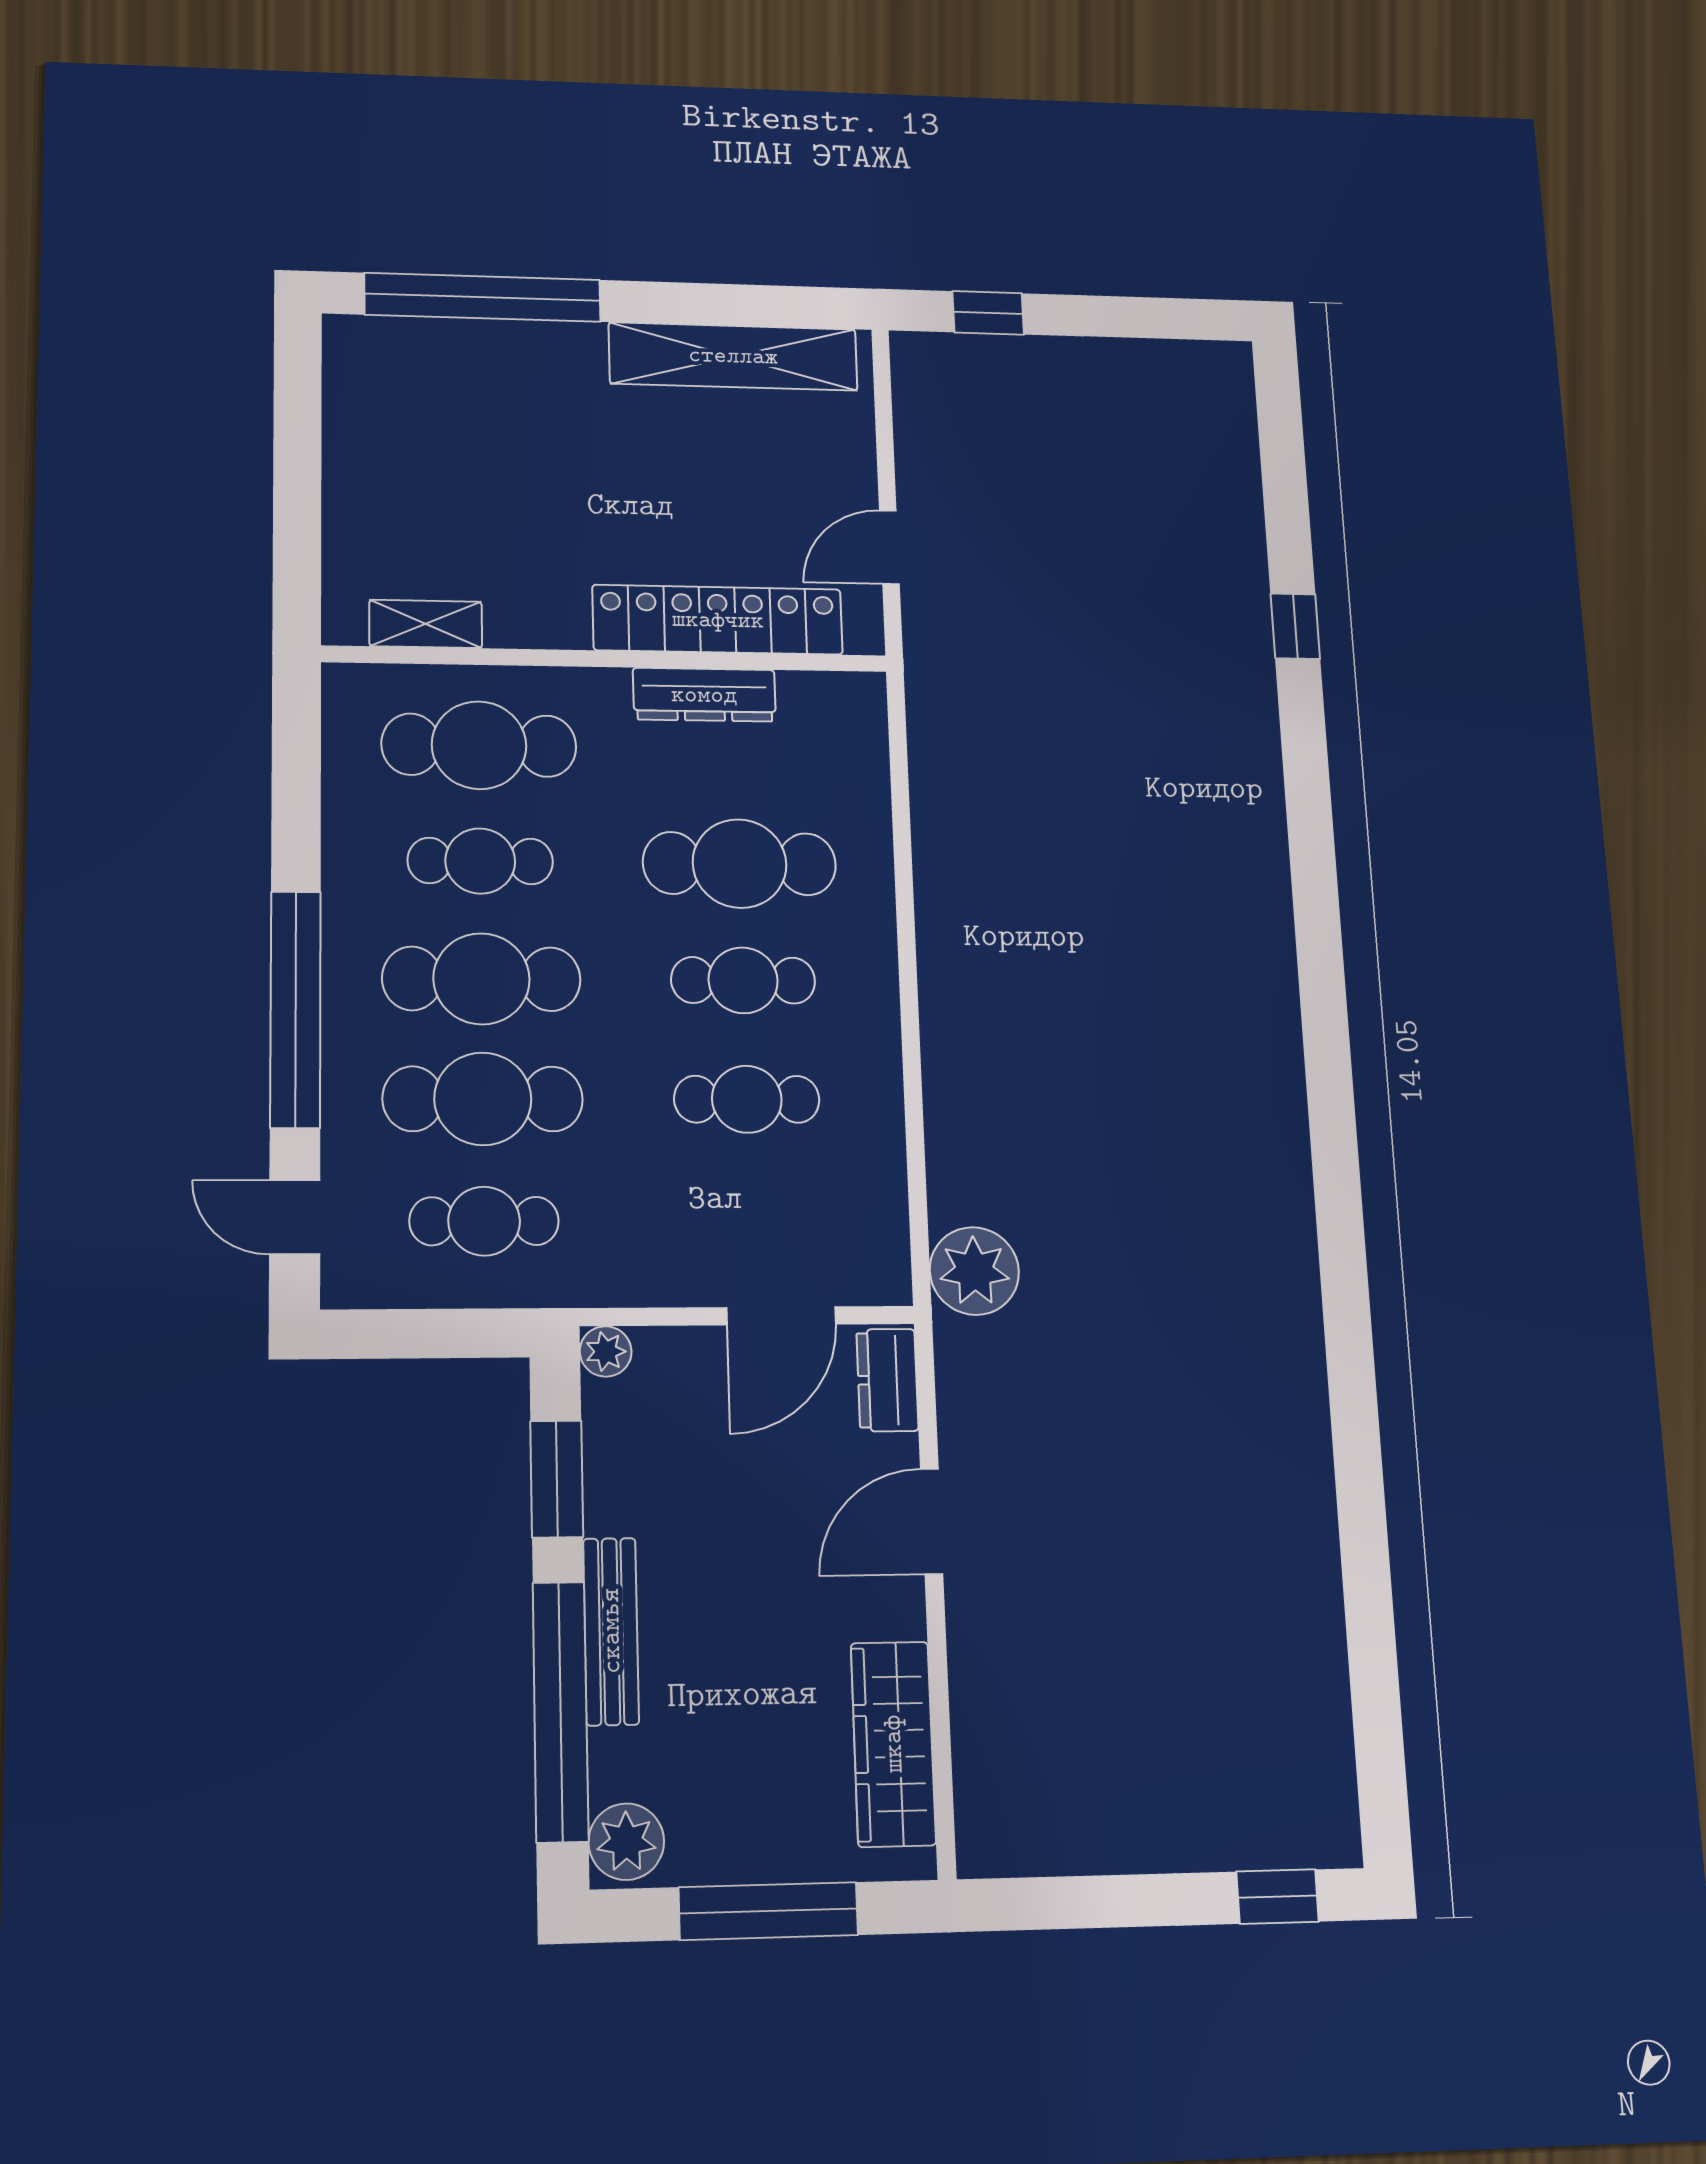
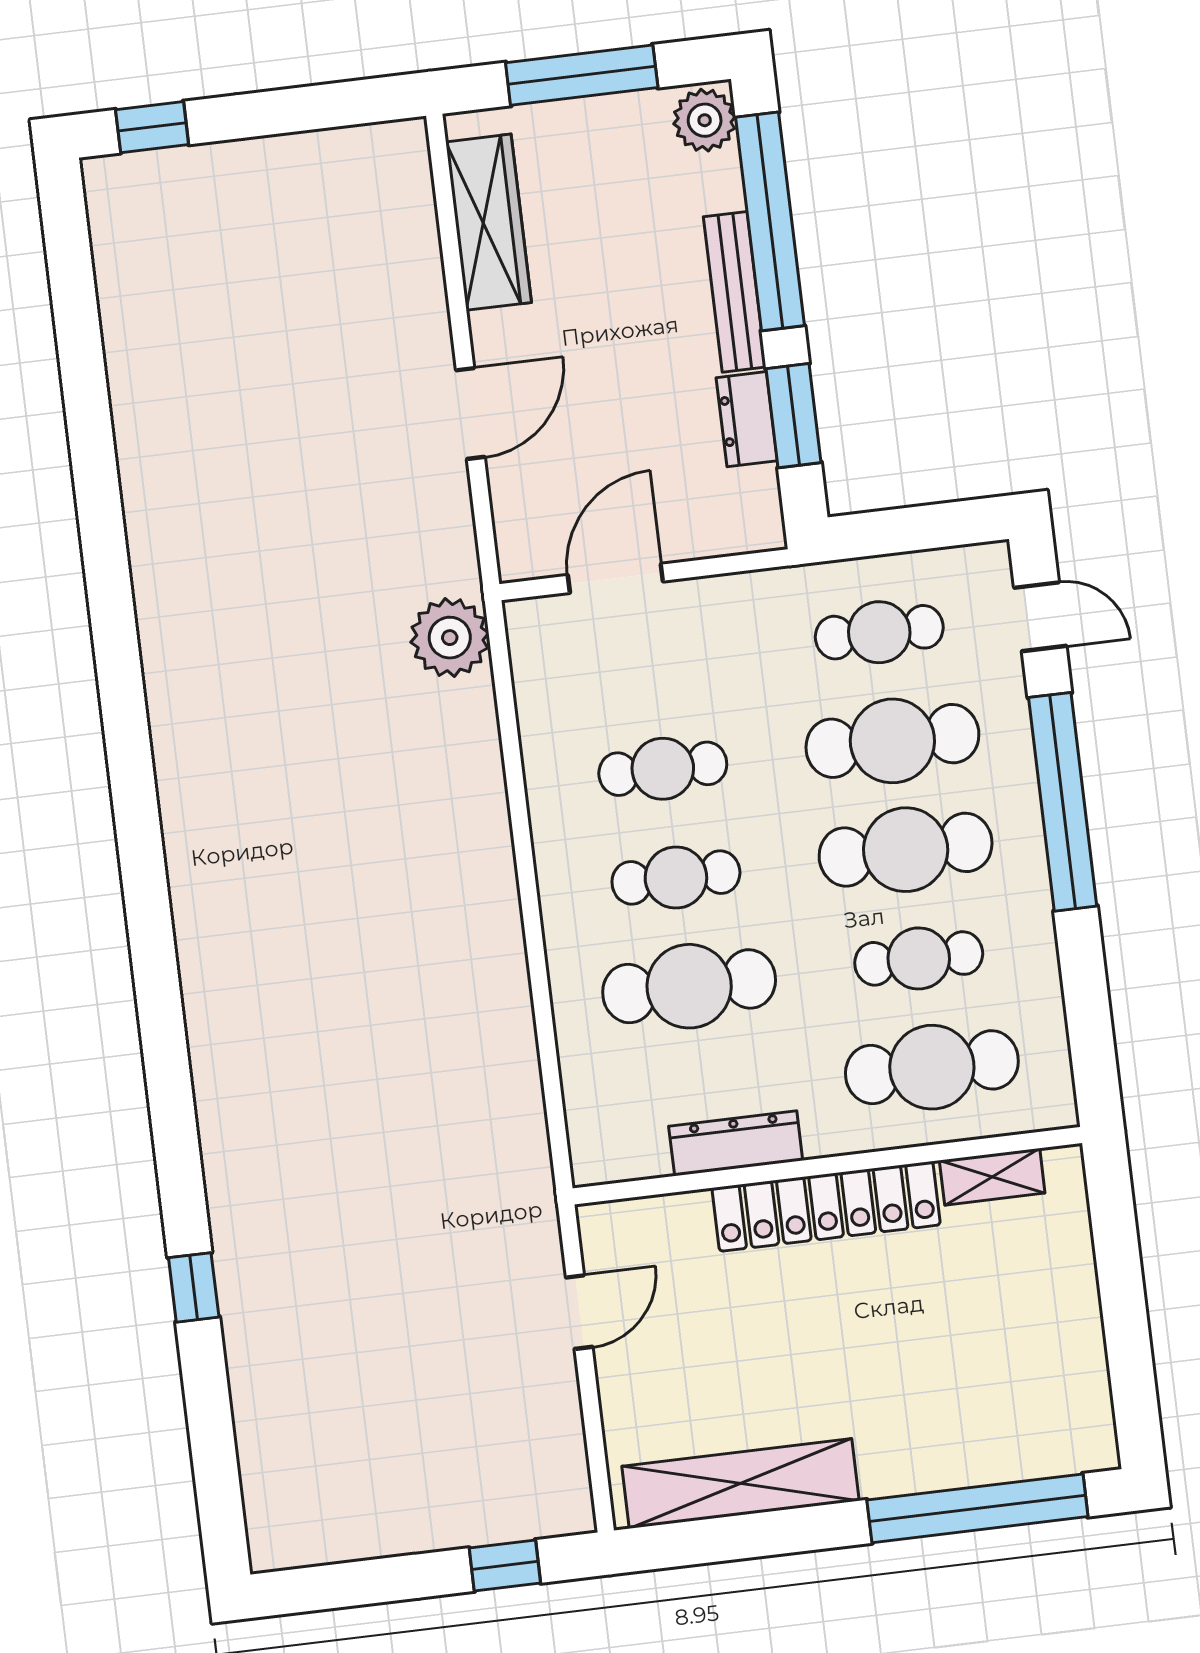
locker: (718, 620) -> (826, 1206), moved
plant: (606, 1351) -> (763, 530), removed
dresser: (887, 1380) -> (747, 419), moved, turned 180

